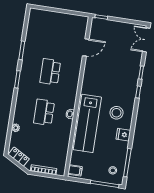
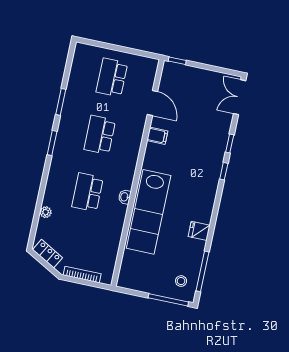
school desk: (56, 31) -> (112, 77), added
door: (86, 47) -> (152, 103), hinge flipped
stool: (116, 113) -> (191, 199), removed
filing cabinet: (75, 170) -> (157, 136), moved

